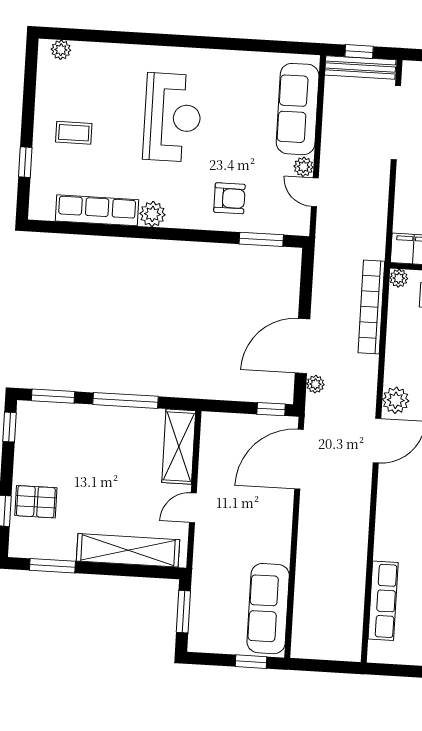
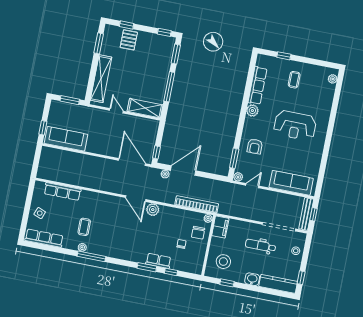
plant: (304, 167) -> (238, 177), moved
door: (303, 346) -> (183, 171), hinge flipped

